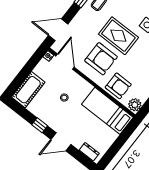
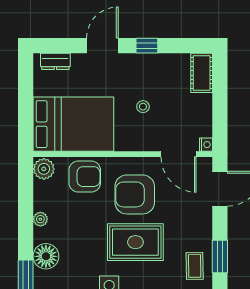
armchair: (118, 86) -> (85, 177), turned 180
cot: (28, 90) -> (202, 73), width x0.73, depth x0.75
bed: (107, 111) -> (73, 124), width x1.50

